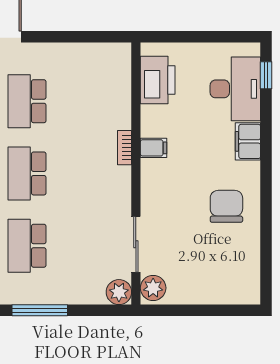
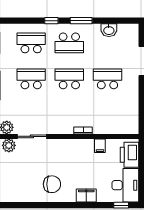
printer: (158, 80) -> (130, 155), moved, turned 90
desk: (235, 89) -> (125, 185), moved, turned -90
filing cabinet: (154, 148) -> (100, 146), moved

